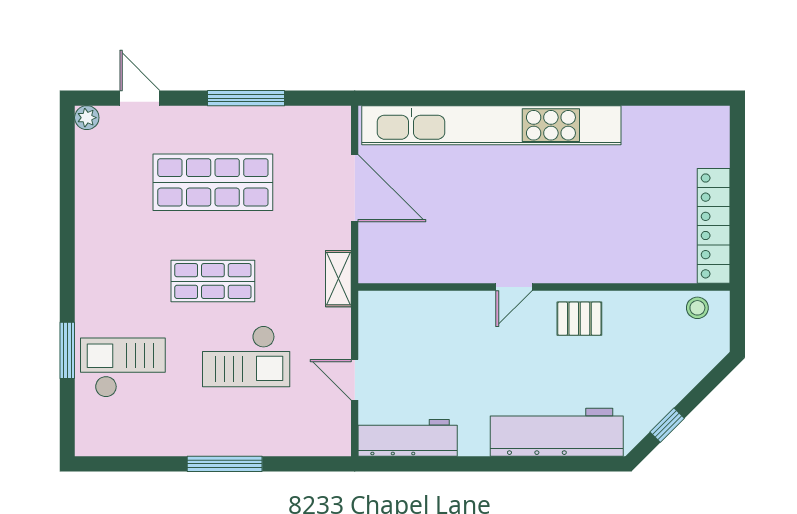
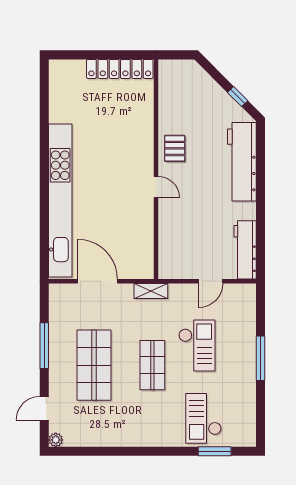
door: (355, 188) -> (98, 281), hinge flipped
stool: (697, 308) -> (168, 79), removed
window: (67, 350) -> (215, 451), moved

